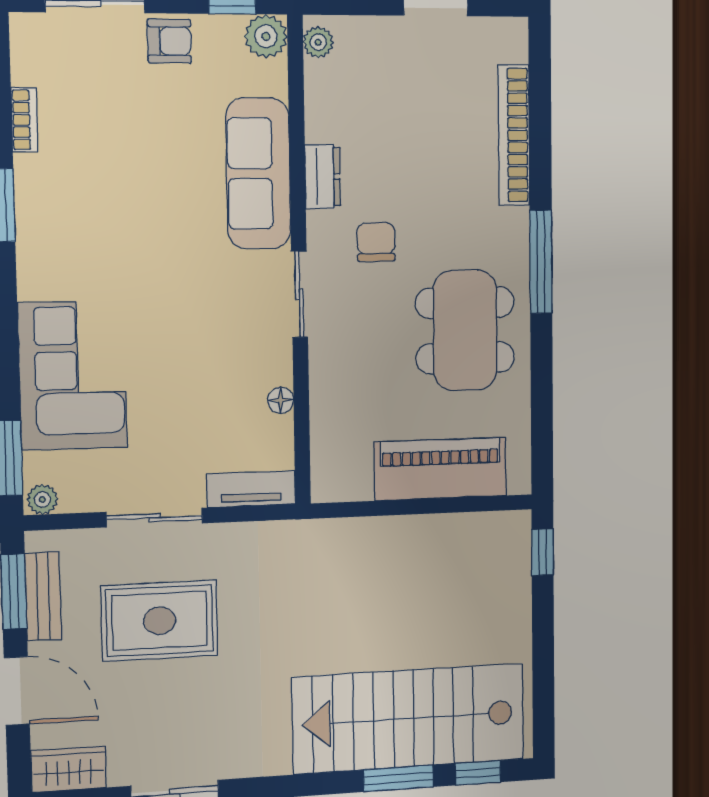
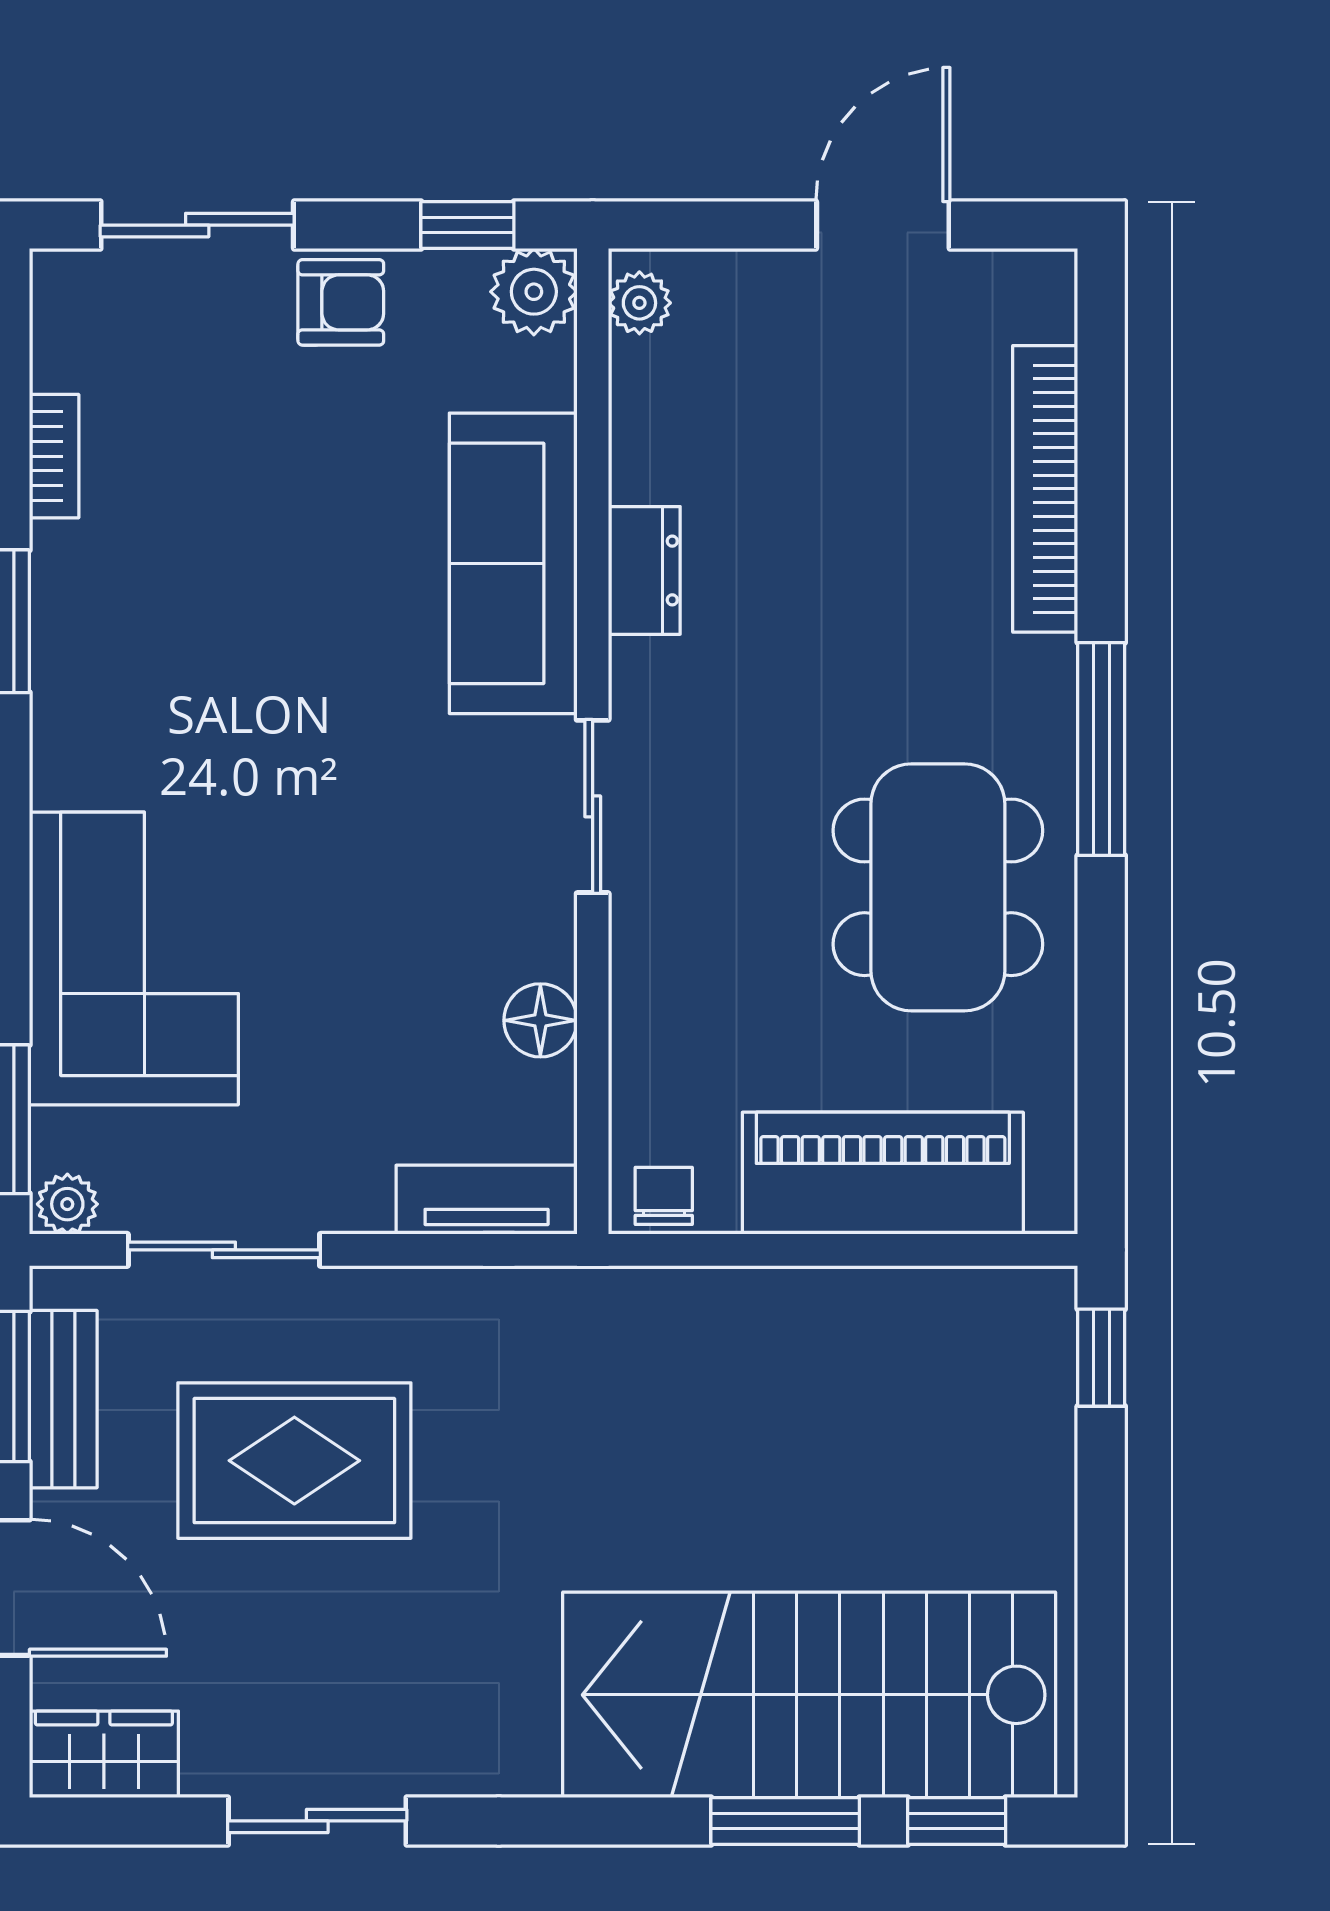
chair: (376, 242) -> (664, 1196), moved, width x0.73, depth x0.73
floor lamp: (281, 400) -> (540, 1020), width x1.37, depth x1.37
sliding door: (154, 518) -> (224, 1250), moved

